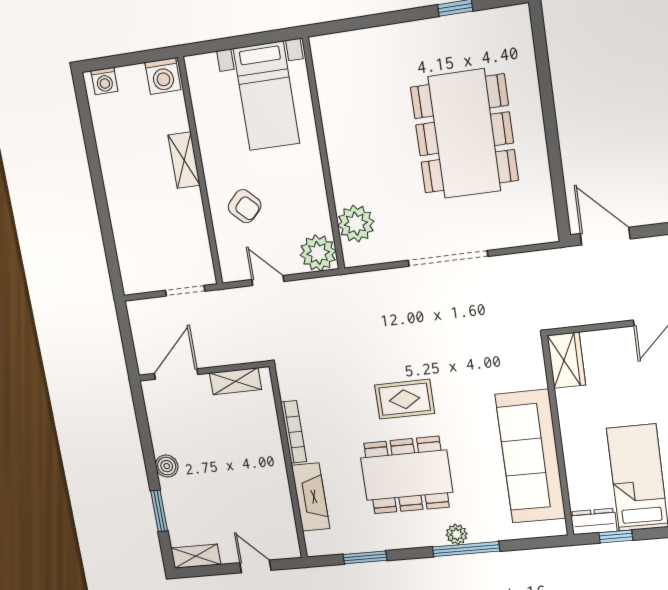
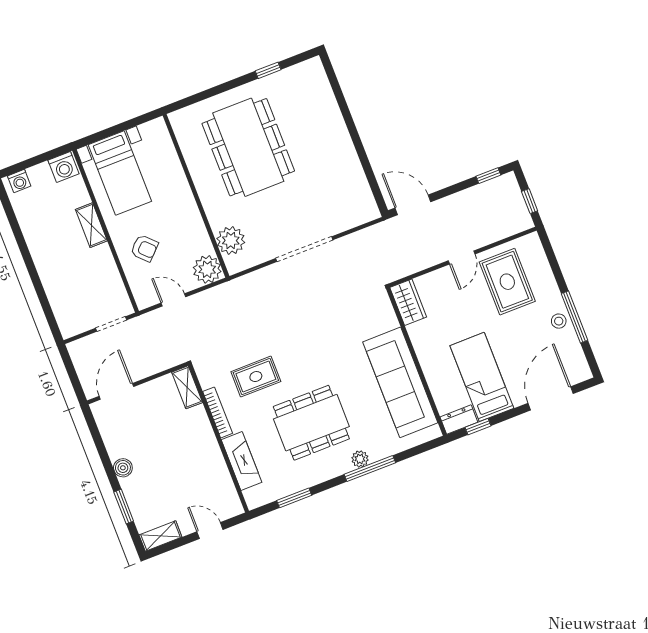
bed with nightstands: (266, 96) -> (120, 173), moved
dining table: (464, 134) -> (248, 147), moved
shelving: (235, 381) -> (187, 387), moved, turned 90
rug: (405, 399) -> (256, 377), moved

